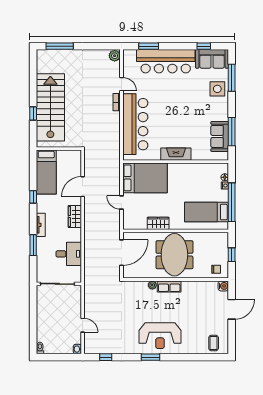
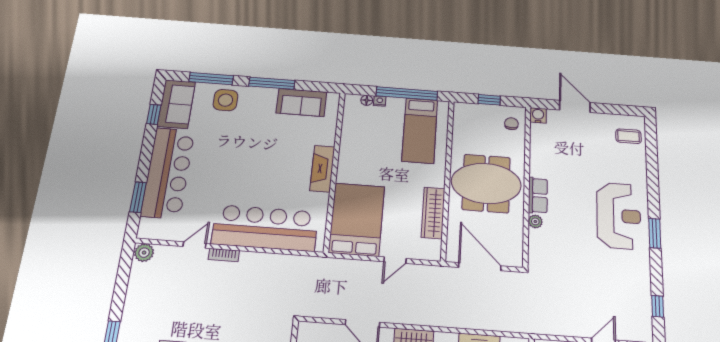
window: (232, 132) -> (272, 83), moved
wardrobe: (158, 223) -> (433, 213), width x1.50

